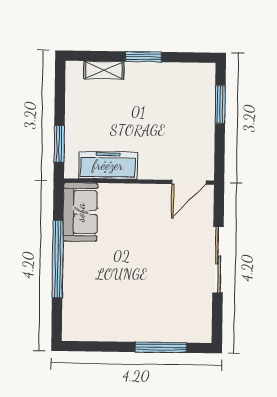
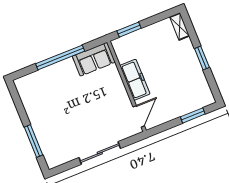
shelving: (104, 70) -> (180, 26), moved
freezer: (108, 165) -> (135, 80), moved
door: (189, 182) -> (139, 116), swing flipped

